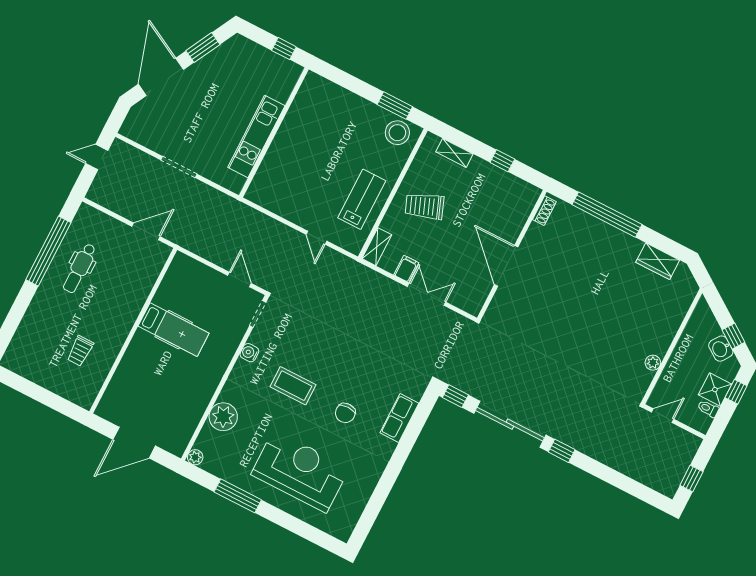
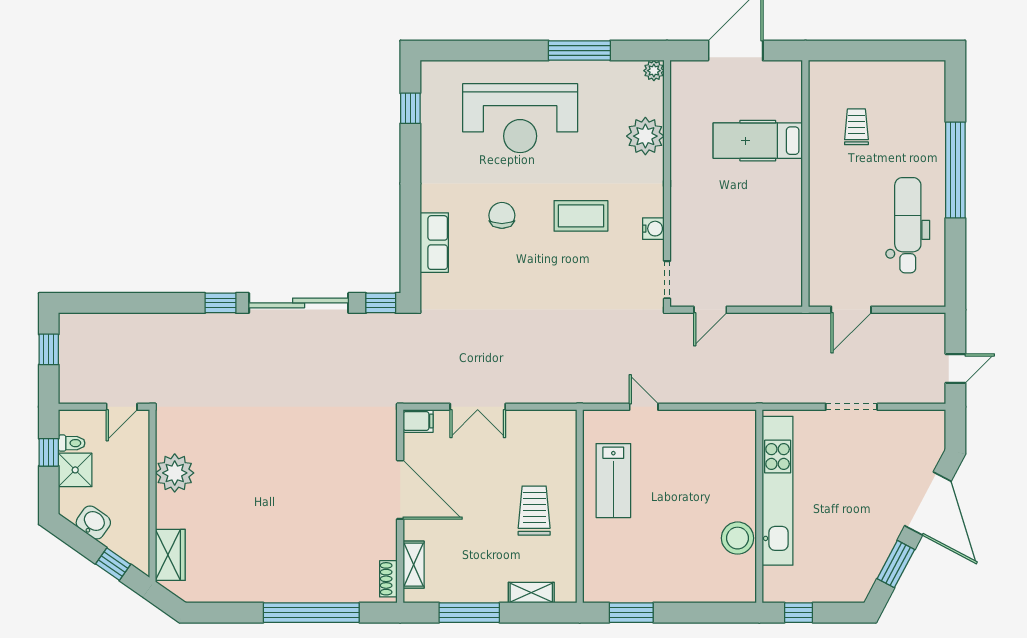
stool: (397, 133) -> (738, 538), moved
kitchen unit: (256, 136) -> (778, 491), width x1.36
window: (502, 161) -> (469, 613), width x2.17
trolley: (425, 206) -> (534, 511), turned -69
shelving: (377, 247) -> (414, 565), moved
window: (48, 251) -> (955, 170), moved
wardrobe: (658, 261) -> (170, 555), moved, turned 90
dental chair: (80, 268) -> (908, 225), width x1.36, depth x1.38
filing cabinet: (406, 269) -> (418, 421), moved, turned -90
door: (239, 279) -> (710, 310), hinge flipped
hospital bed: (174, 330) -> (758, 141), moved
window: (733, 336) -> (113, 564), moved
plant: (653, 363) -> (175, 473), width x1.87, depth x1.87
window: (736, 392) -> (49, 452), moved
window: (370, 515) -> (410, 108), added

